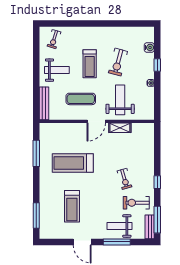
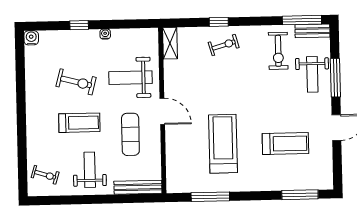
water cooler: (149, 47) -> (31, 38), moved
shelving: (120, 128) -> (170, 43), moved
treadmill: (73, 163) -> (223, 144), turned 180
exercise bike: (124, 179) -> (224, 45), moved
window: (157, 182) -> (219, 22), moved

